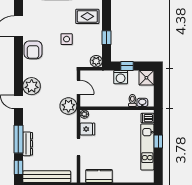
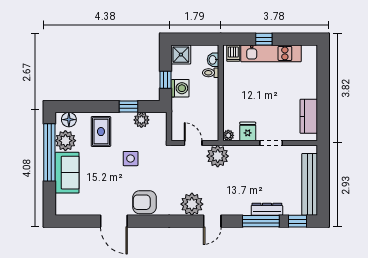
armchair: (33, 50) -> (145, 202), turned 180
plant: (96, 61) -> (141, 120), moved
door: (78, 87) -> (193, 143), hinge flipped

